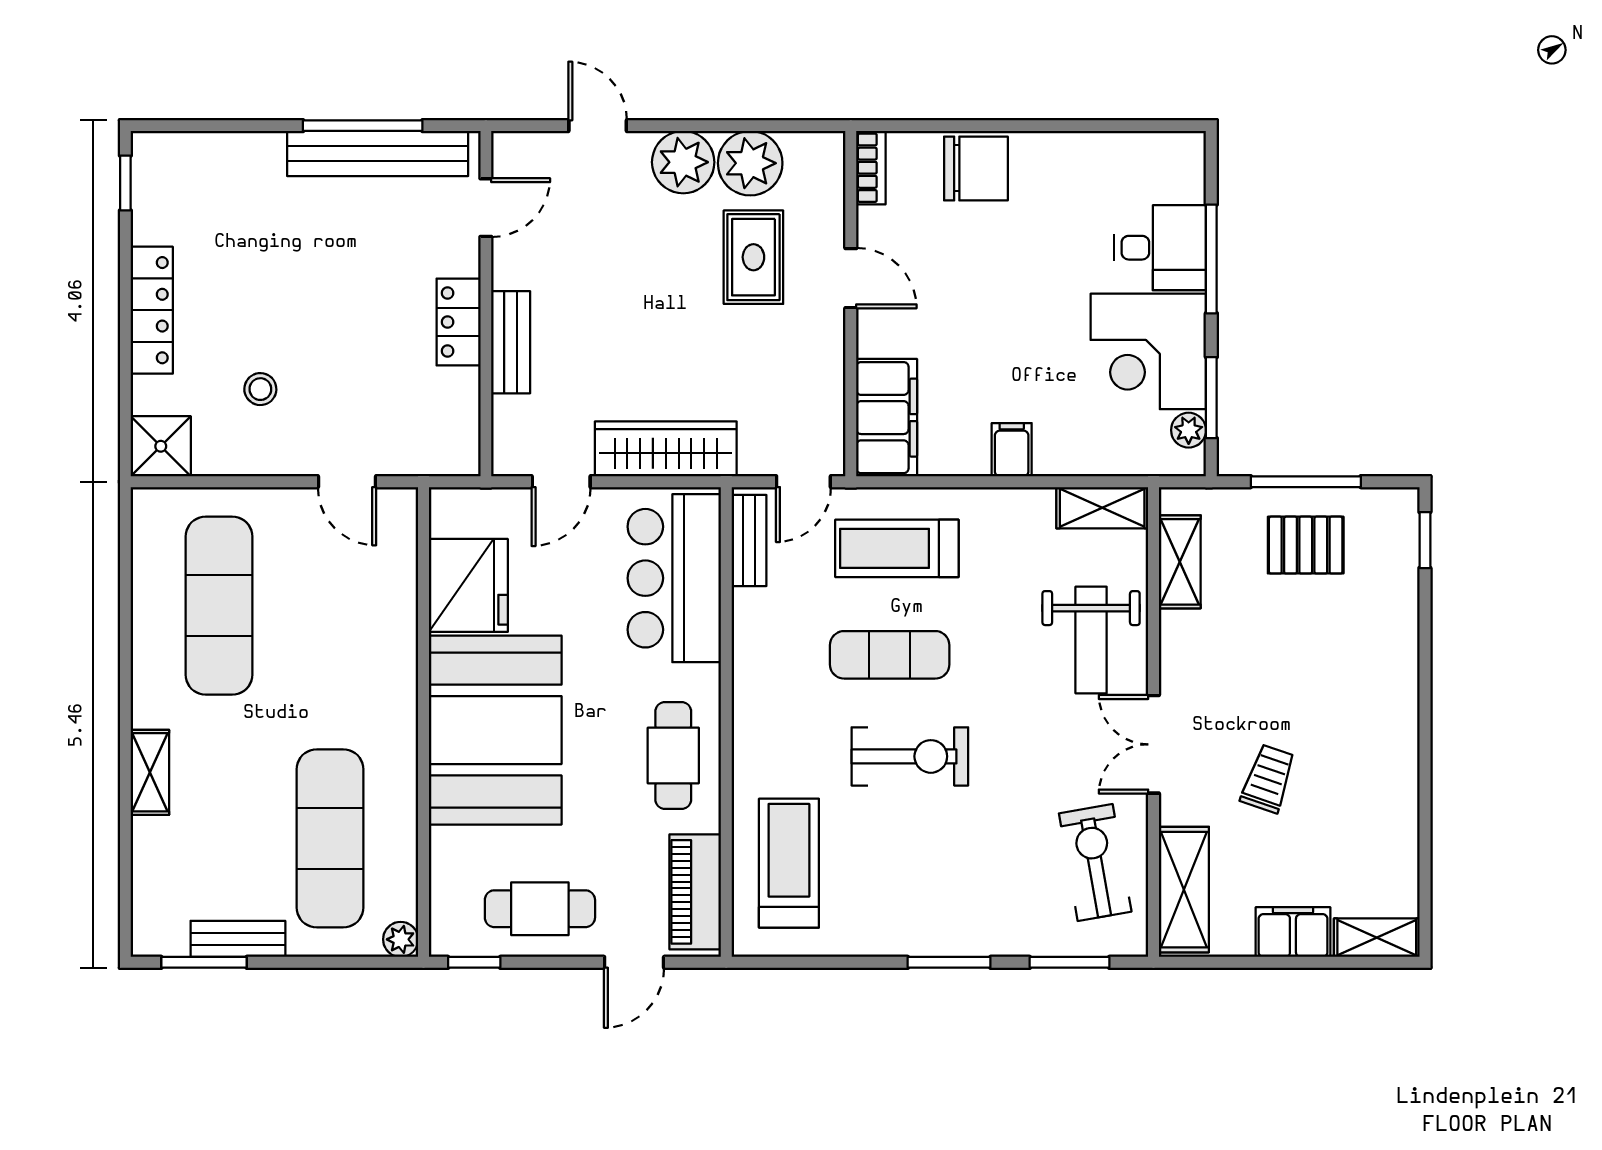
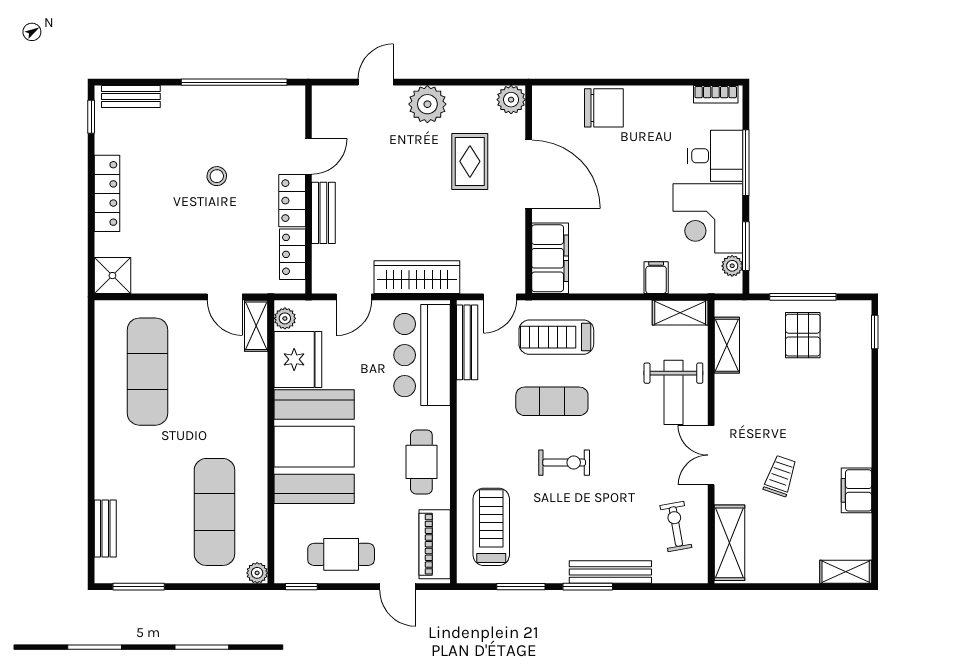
window: (363, 126) -> (234, 82), width x1.46
door: (598, 126) -> (376, 82), hinge flipped
bench: (378, 153) -> (131, 97), moved, width x0.54, depth x0.82
plant: (750, 163) -> (511, 100), moved, width x0.73, depth x0.73
bookcase: (871, 168) -> (716, 94), moved, turned 90
door: (486, 208) -> (308, 156), moved
door: (851, 278) -> (529, 174), width x1.87
stool: (260, 389) -> (217, 176), moved
locker: (459, 411) -> (292, 254), added
filing cabinet: (1012, 450) -> (656, 278), moved
plant: (447, 517) -> (285, 318), added
bench: (749, 540) -> (467, 342), width x1.36
pallet: (1306, 545) -> (803, 335), turned 90
exercise bike: (910, 756) -> (564, 463), width x0.73, depth x0.72
shelving: (150, 772) -> (256, 326), moved
exercise bike: (1095, 863) -> (676, 527), width x0.73, depth x0.72
filing cabinet: (1293, 932) -> (857, 490), moved, turned -90
bench: (986, 938) -> (610, 572), added
bench: (238, 939) -> (105, 529), moved, turned 90
door: (634, 962) -> (398, 587), hinge flipped
window: (1070, 962) -> (521, 587), moved

